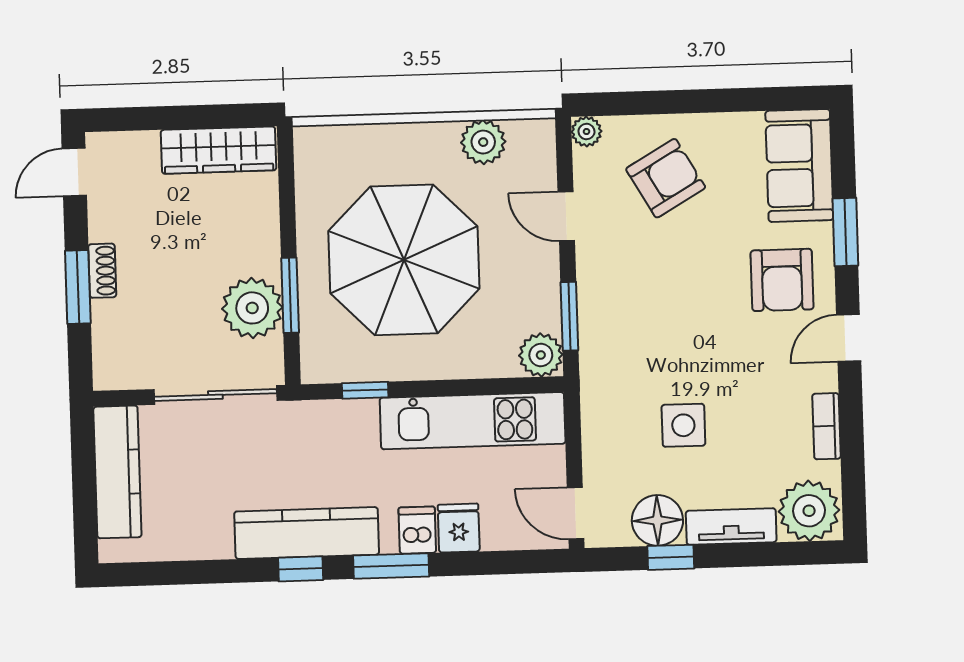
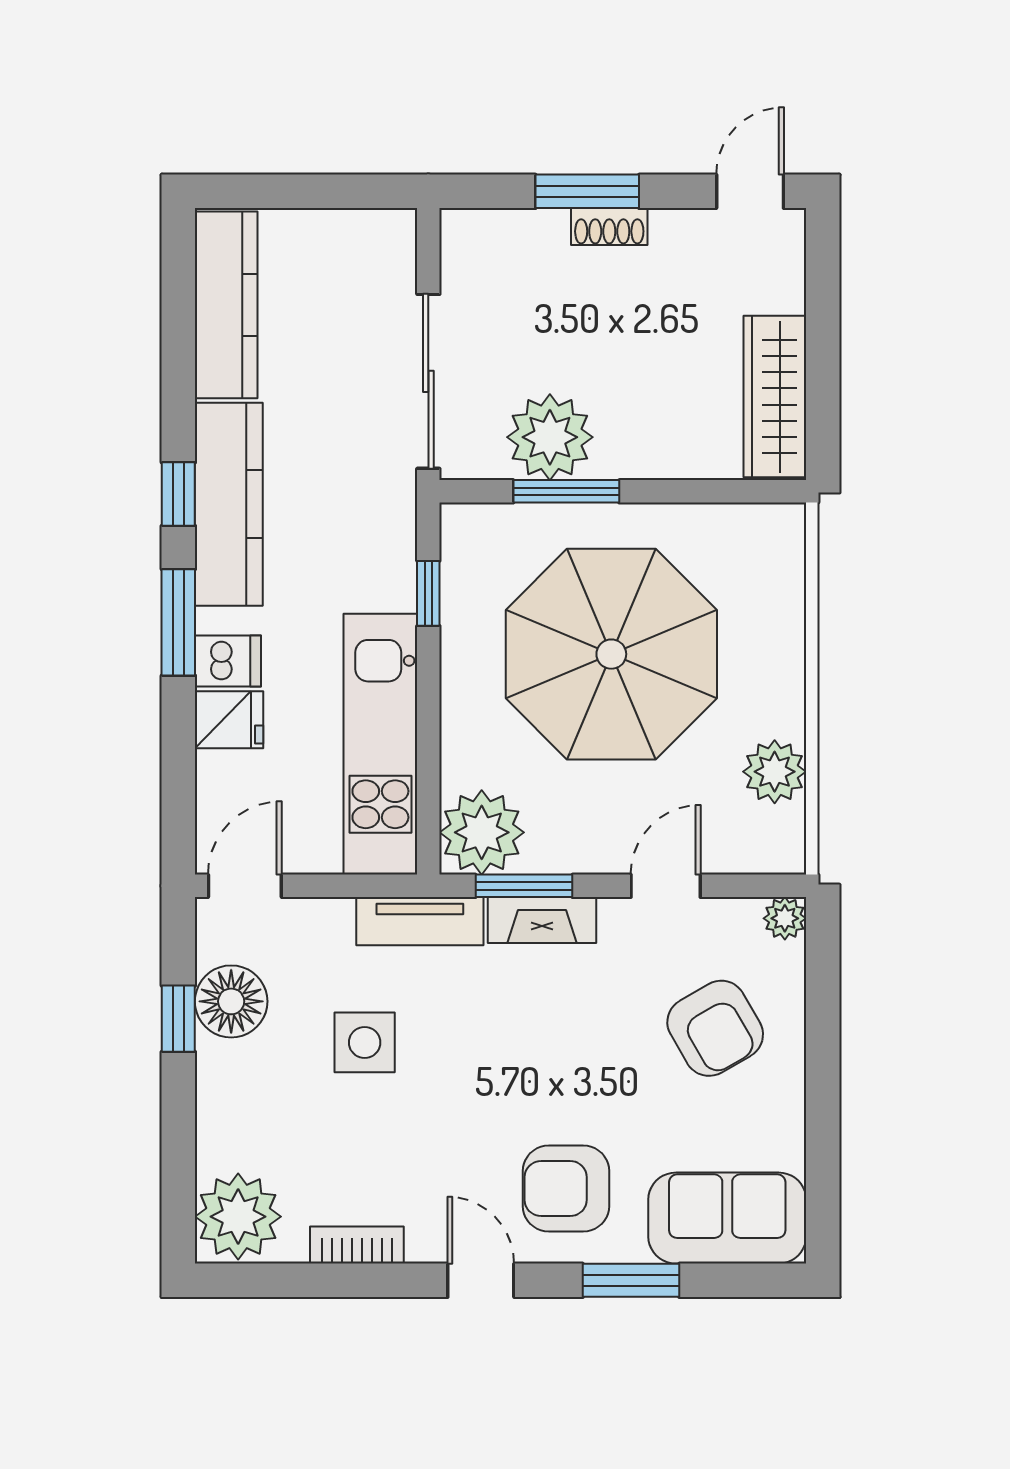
door: (74, 172) -> (750, 191), hinge flipped
fireplace: (593, 303) -> (542, 920), added
plant: (541, 355) -> (482, 832), width x1.36, depth x1.36
kitchen counter: (117, 472) -> (226, 305), moved, turned -90
tv unit: (731, 526) -> (420, 921), moved, turned 90

